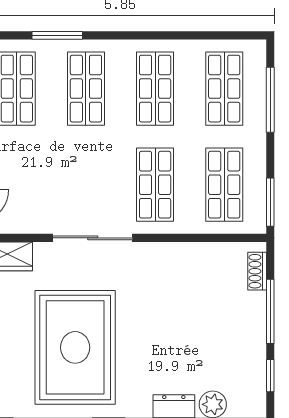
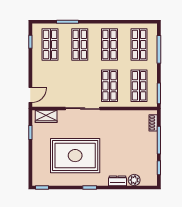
rug: (75, 347) -> (75, 156), turned 90

